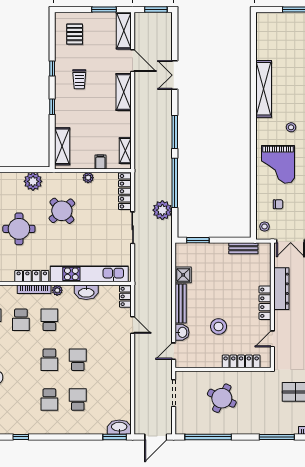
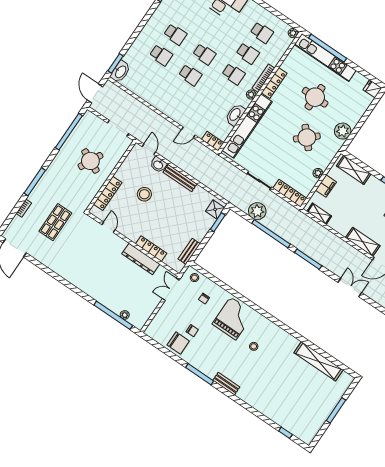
shelving: (264, 89) -> (318, 361), moved
filing cabinet: (100, 162) -> (326, 186), width x2.00
grand piano: (278, 164) -> (233, 318), turned 90
shower: (183, 275) -> (215, 209), moved
locker: (265, 303) -> (151, 249), moved
school desk: (21, 320) -> (248, 53), turned 180
school desk: (49, 360) -> (204, 54), turned 180
school desk: (49, 400) -> (175, 34), turned 180

